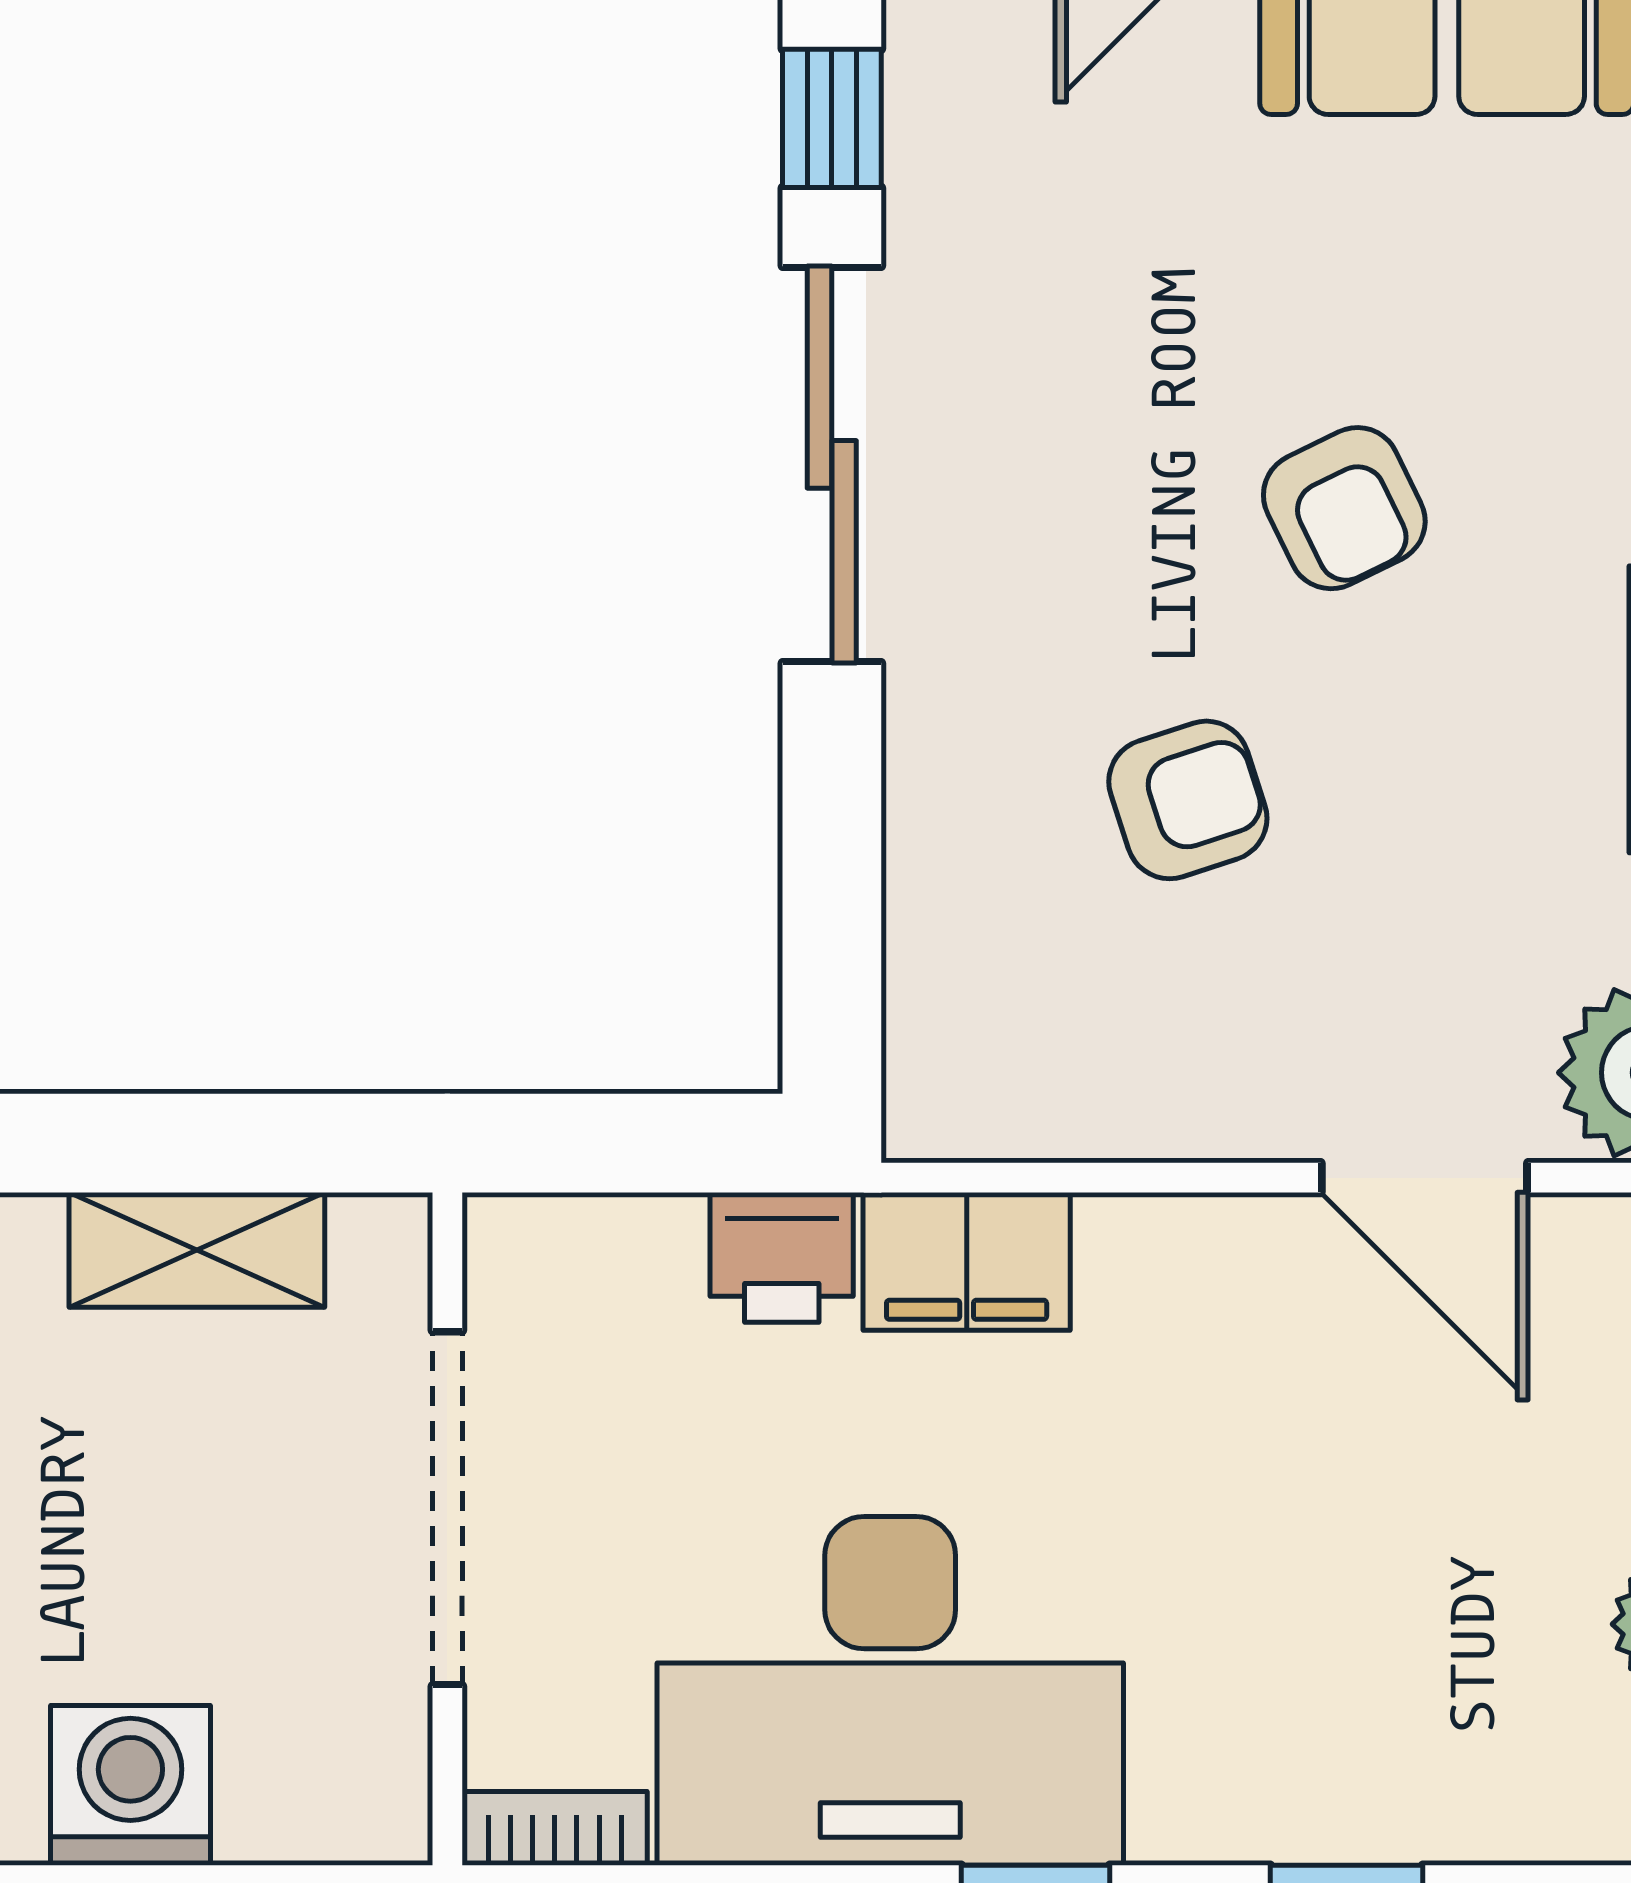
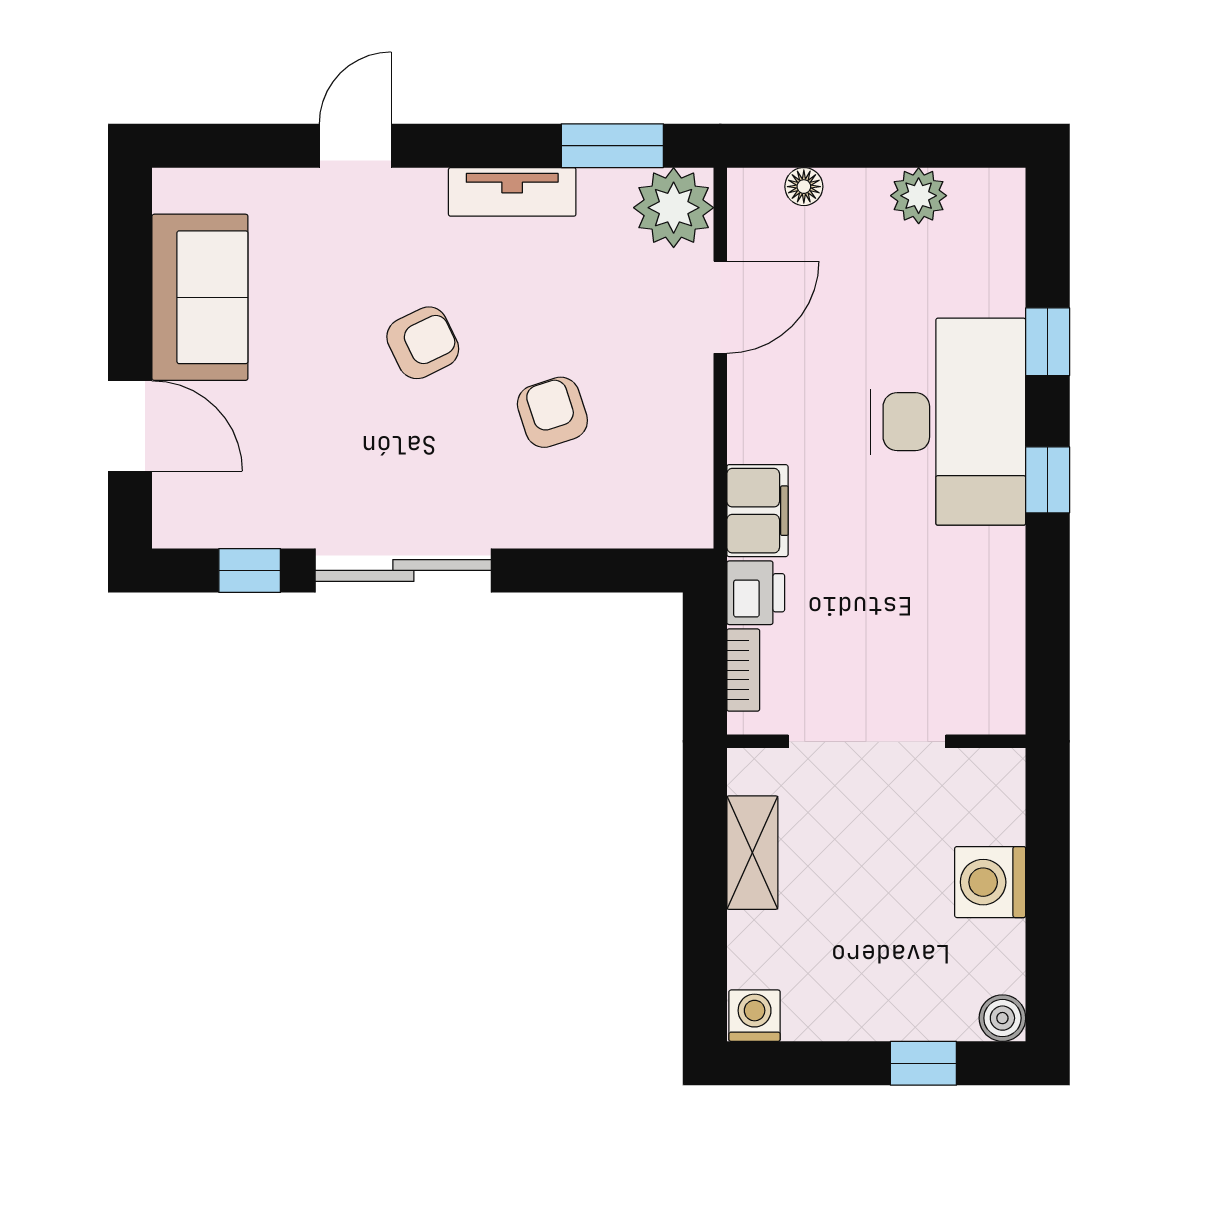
desk: (890, 1691) -> (948, 422), moved
bookcase: (555, 1828) -> (743, 670), moved, turned 180

